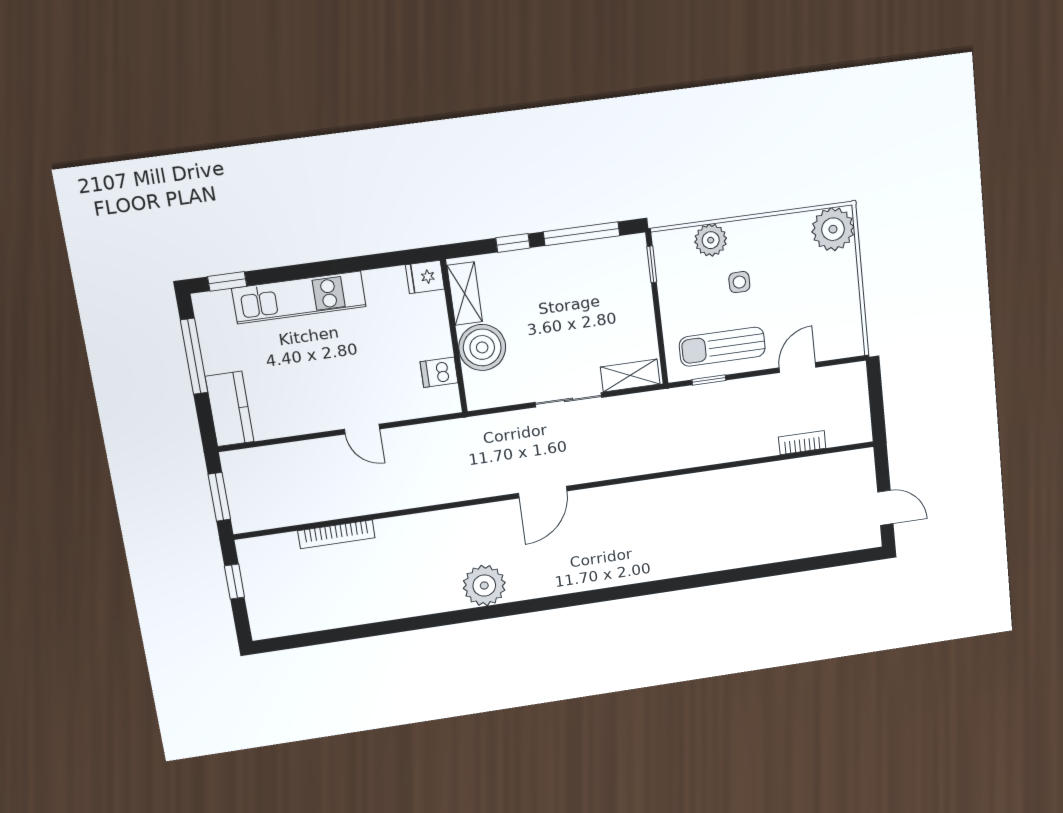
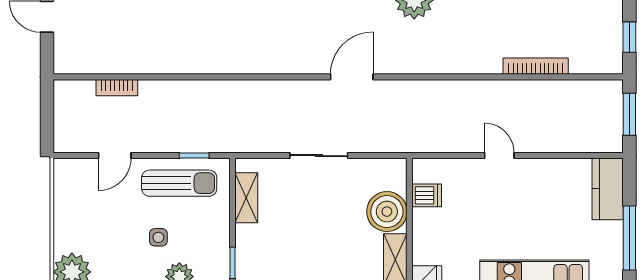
shelving: (630, 376) -> (246, 198), moved, turned 90

